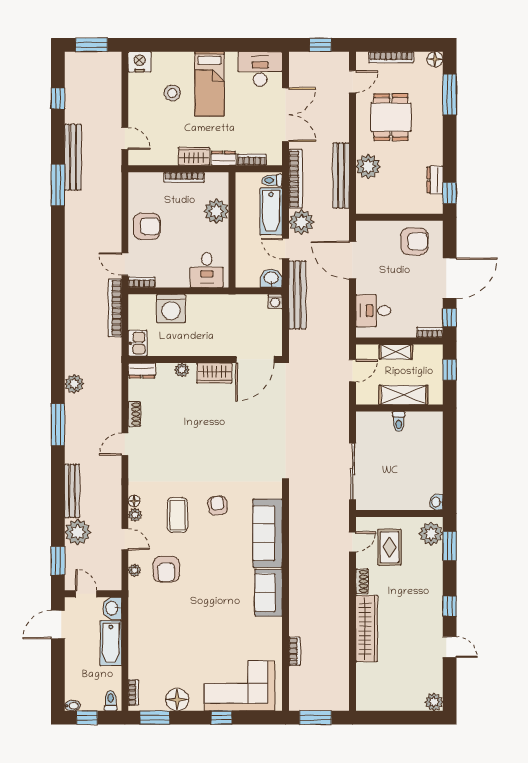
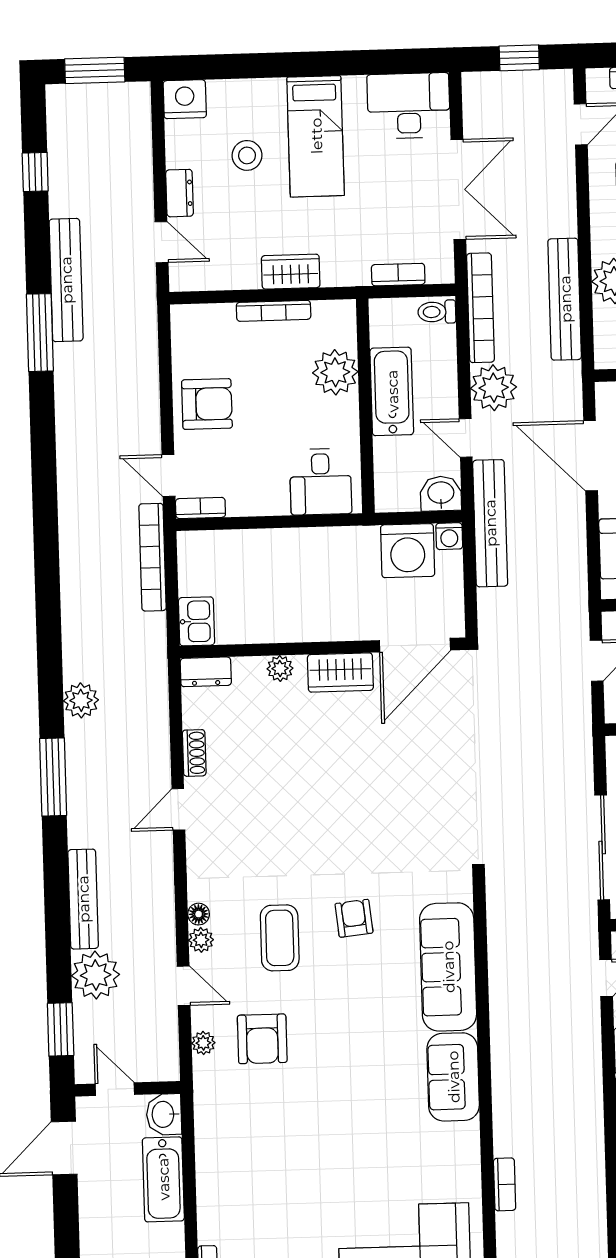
dresser: (223, 158) -> (180, 193), moved, turned 90
bathtub: (271, 211) -> (392, 391), moved, turned 180
washing machine: (171, 308) -> (408, 551), moved

